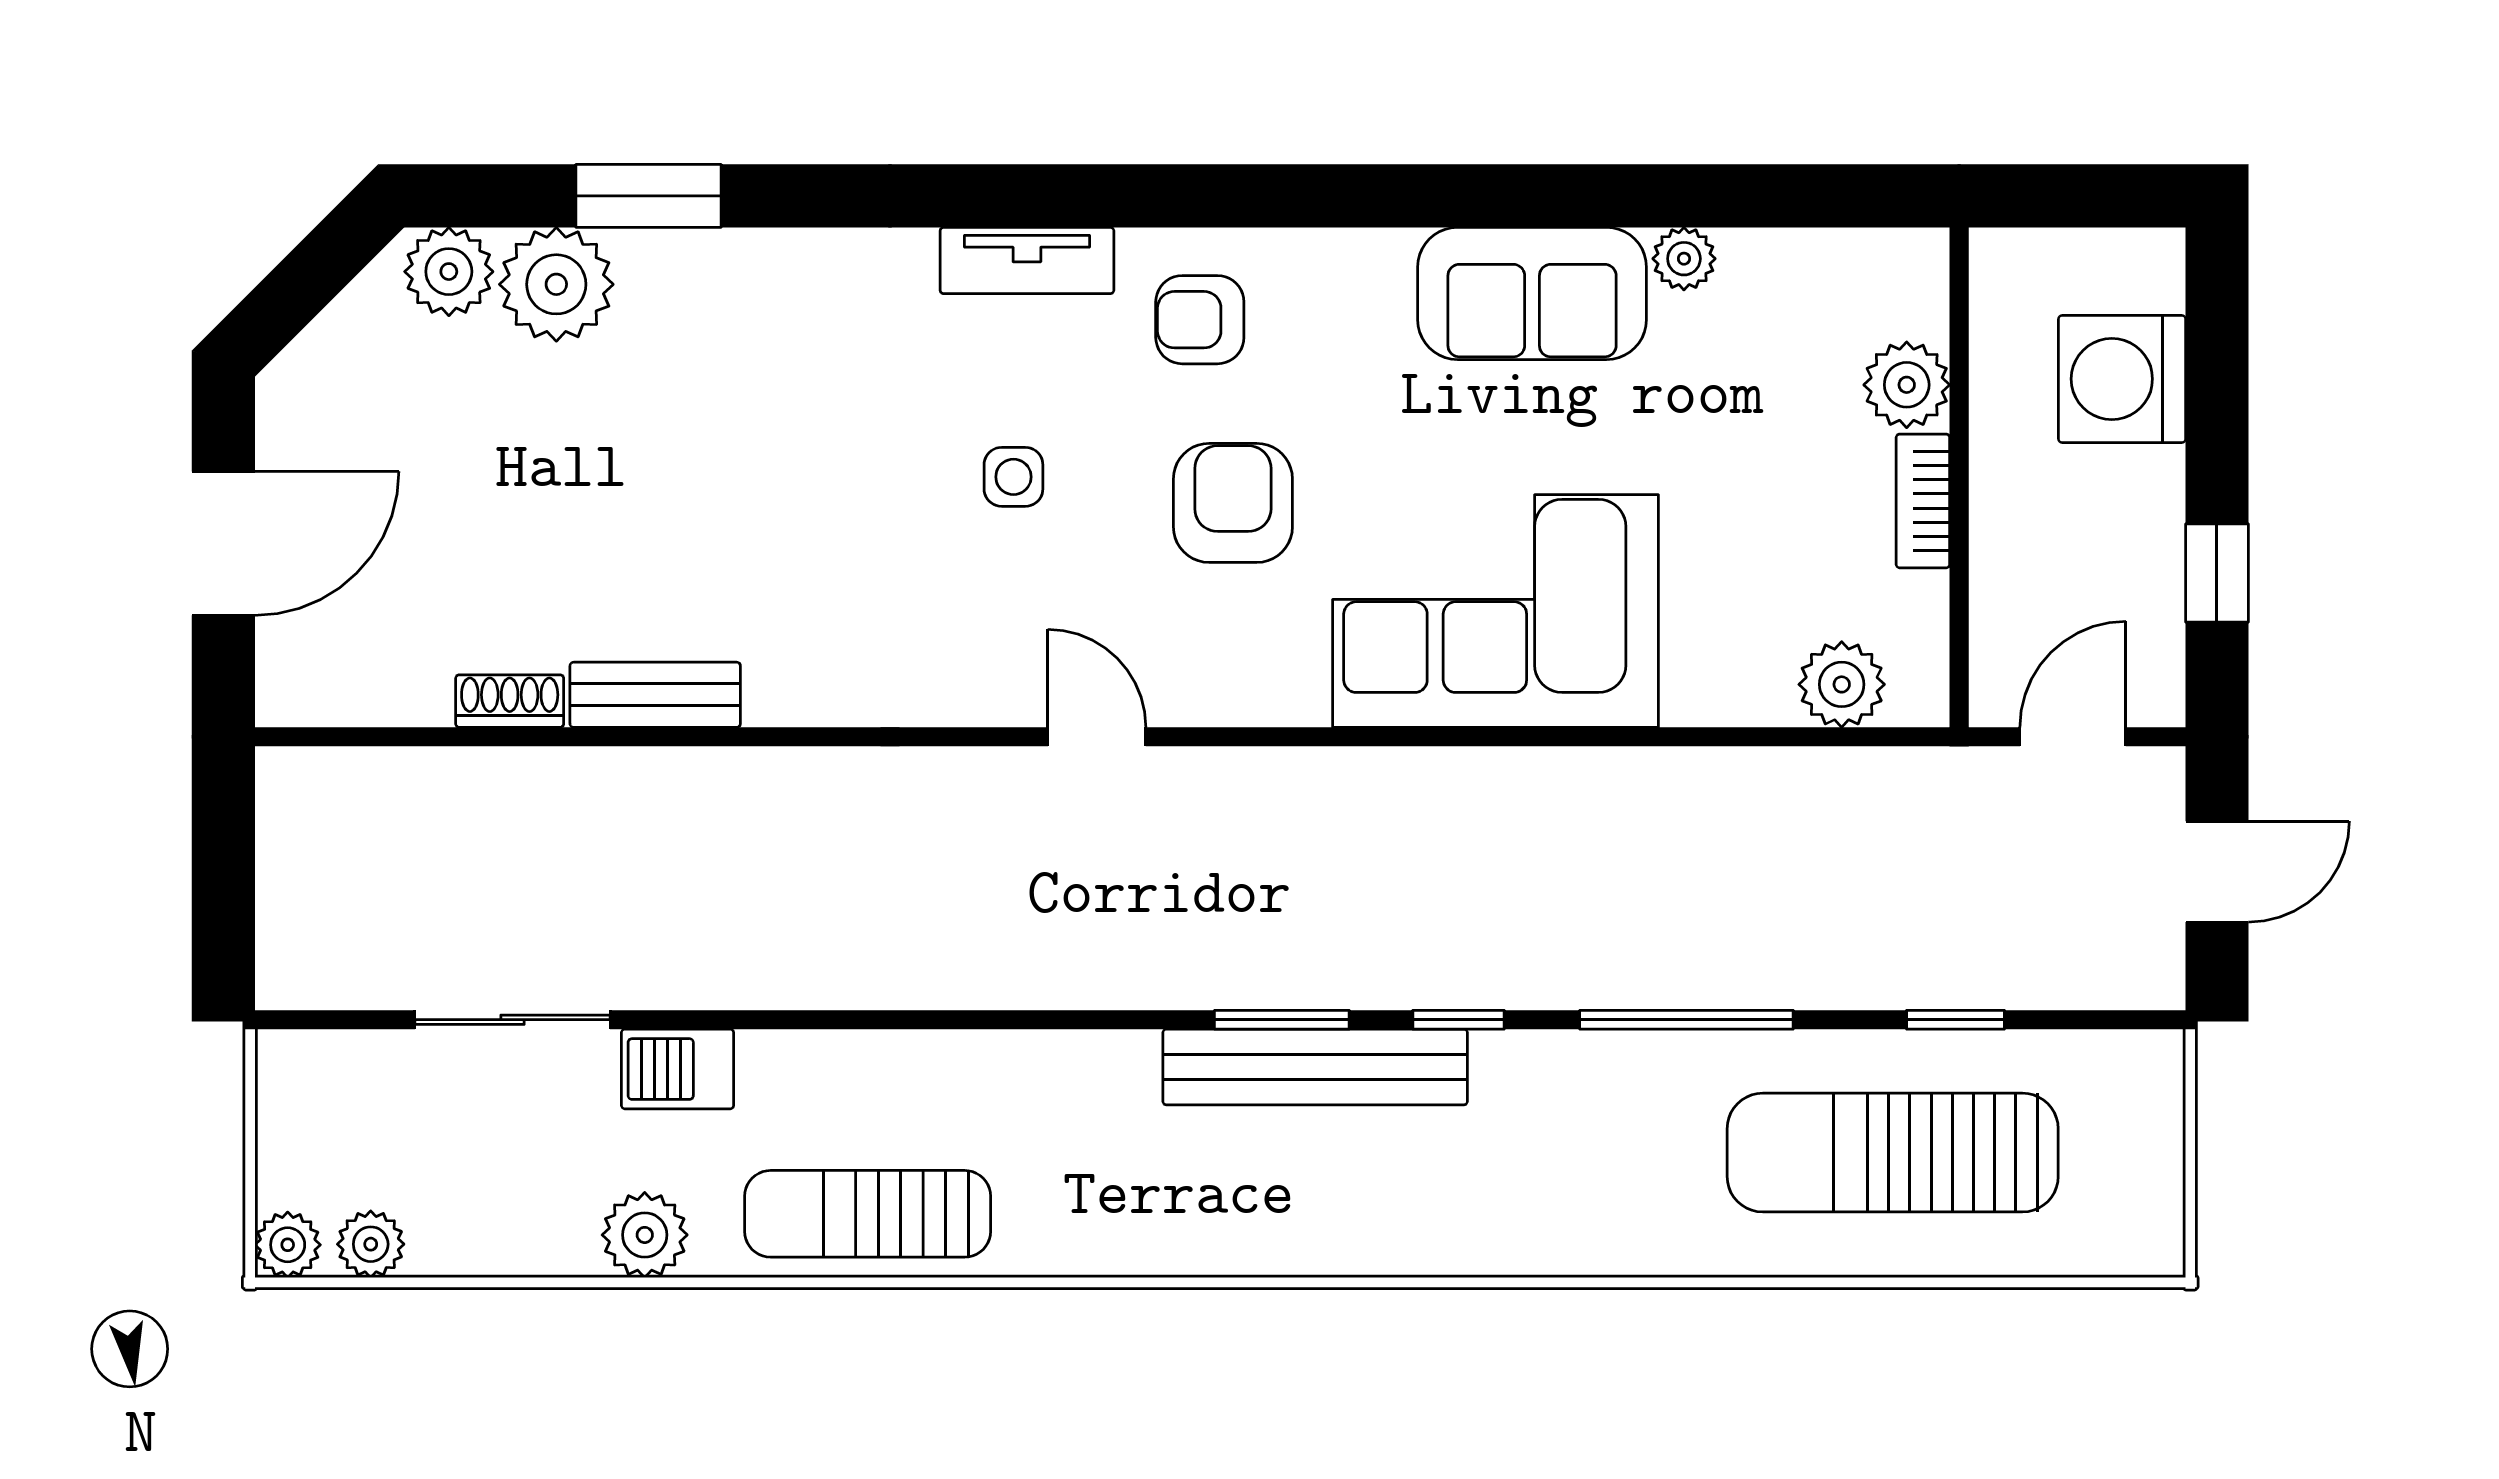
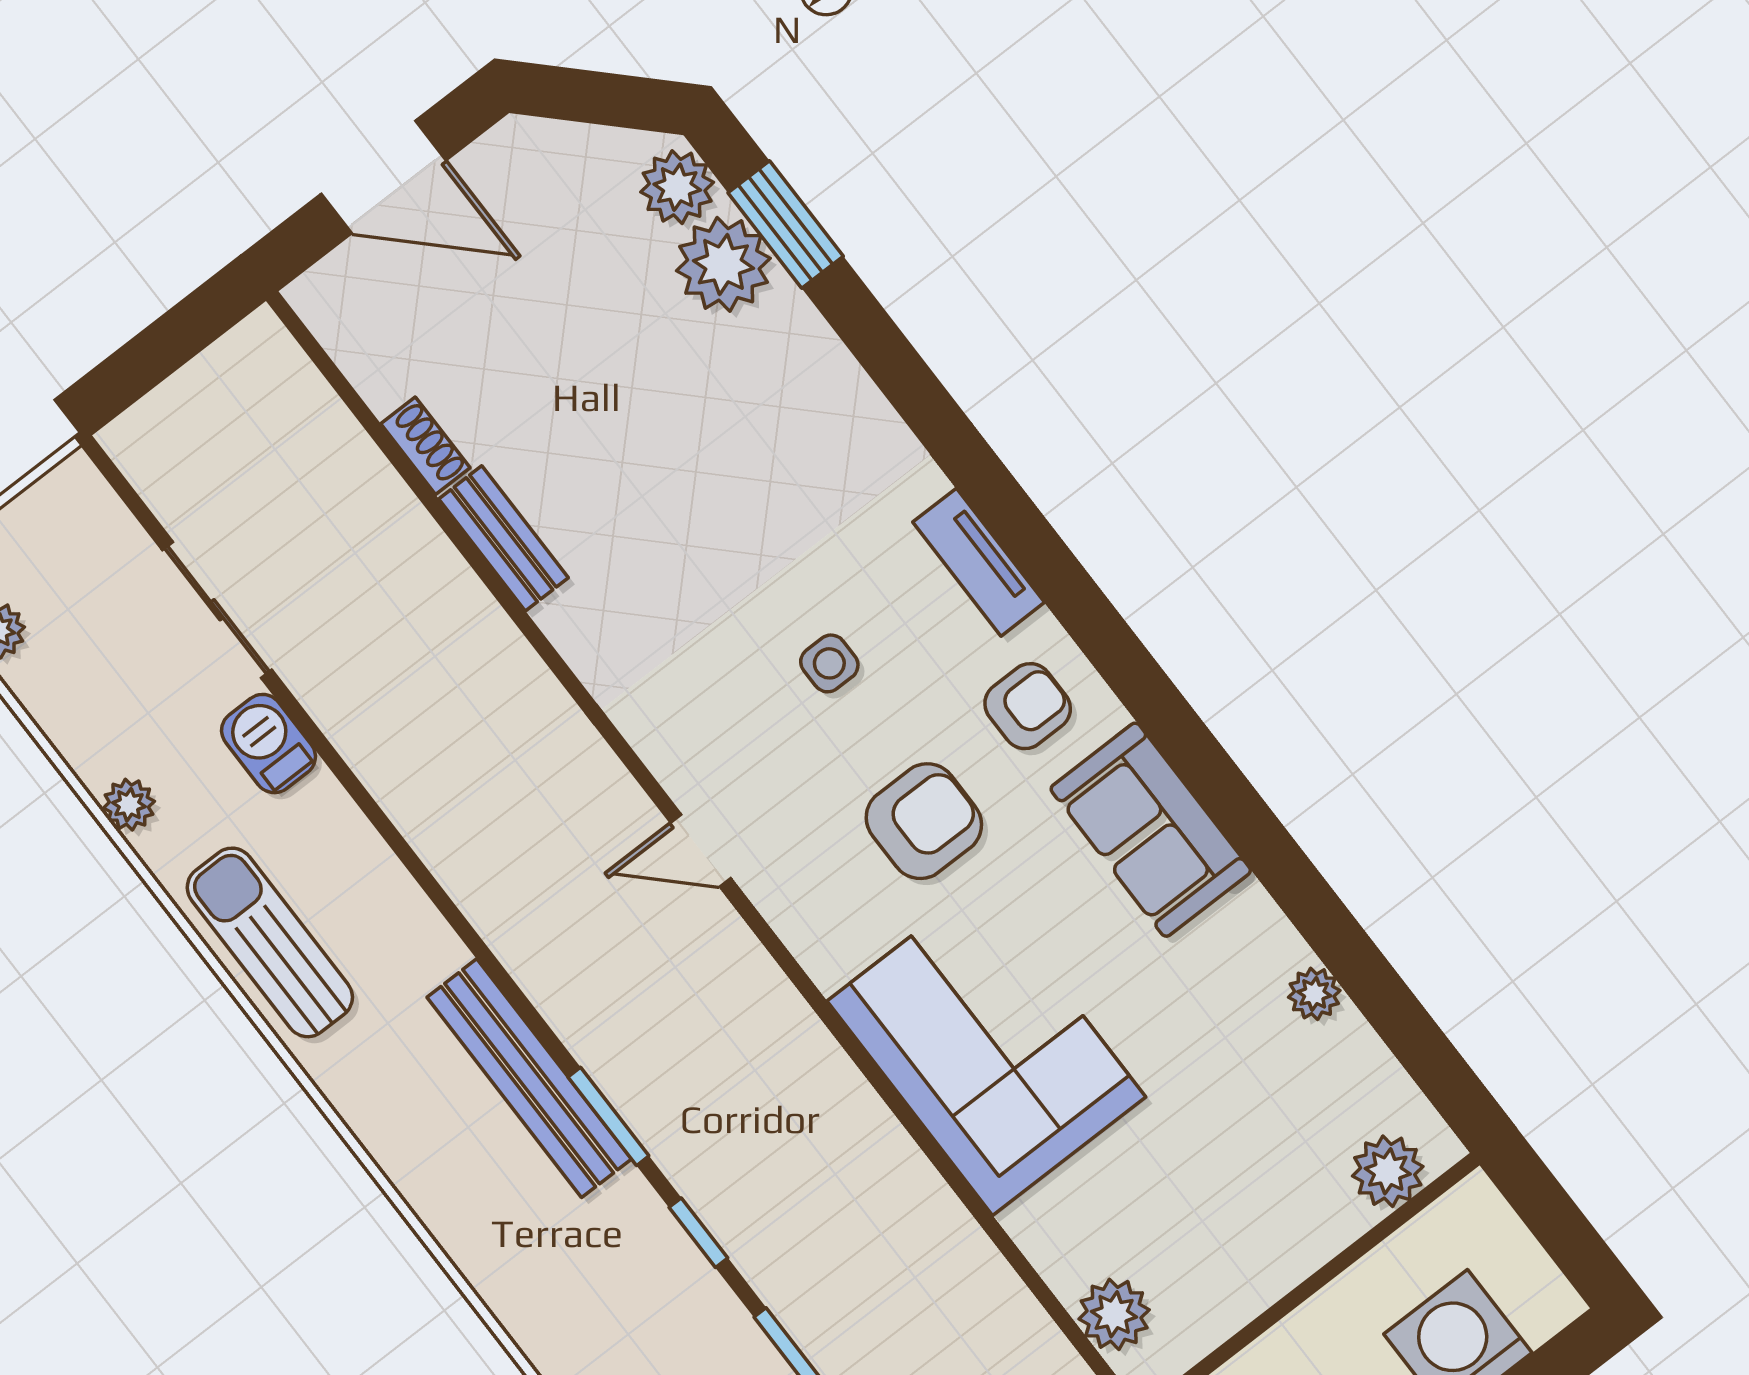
window: (649, 196) -> (786, 224), moved
sofa: (1532, 293) -> (1151, 830), moved
armchair: (1200, 320) -> (1028, 706), turned 90
plant: (1907, 385) -> (1388, 1171), moved
bookcase: (1923, 501) -> (1276, 1274), removed
door: (1097, 737) -> (701, 851), swing flipped
bench: (1315, 1067) -> (529, 1078), moved
plant: (645, 1235) -> (129, 805), width x0.73, depth x0.73

